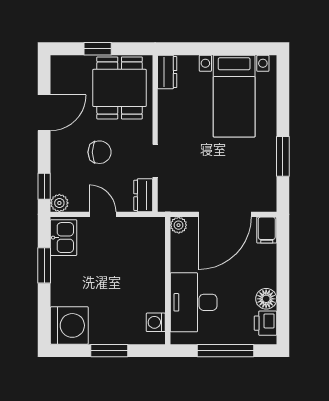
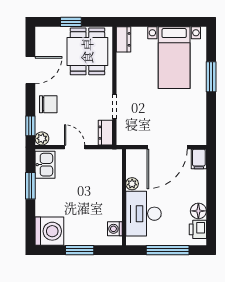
chair: (100, 152) -> (48, 104), moved
window: (283, 156) -> (211, 77), moved
plant: (179, 225) -> (132, 184), moved

